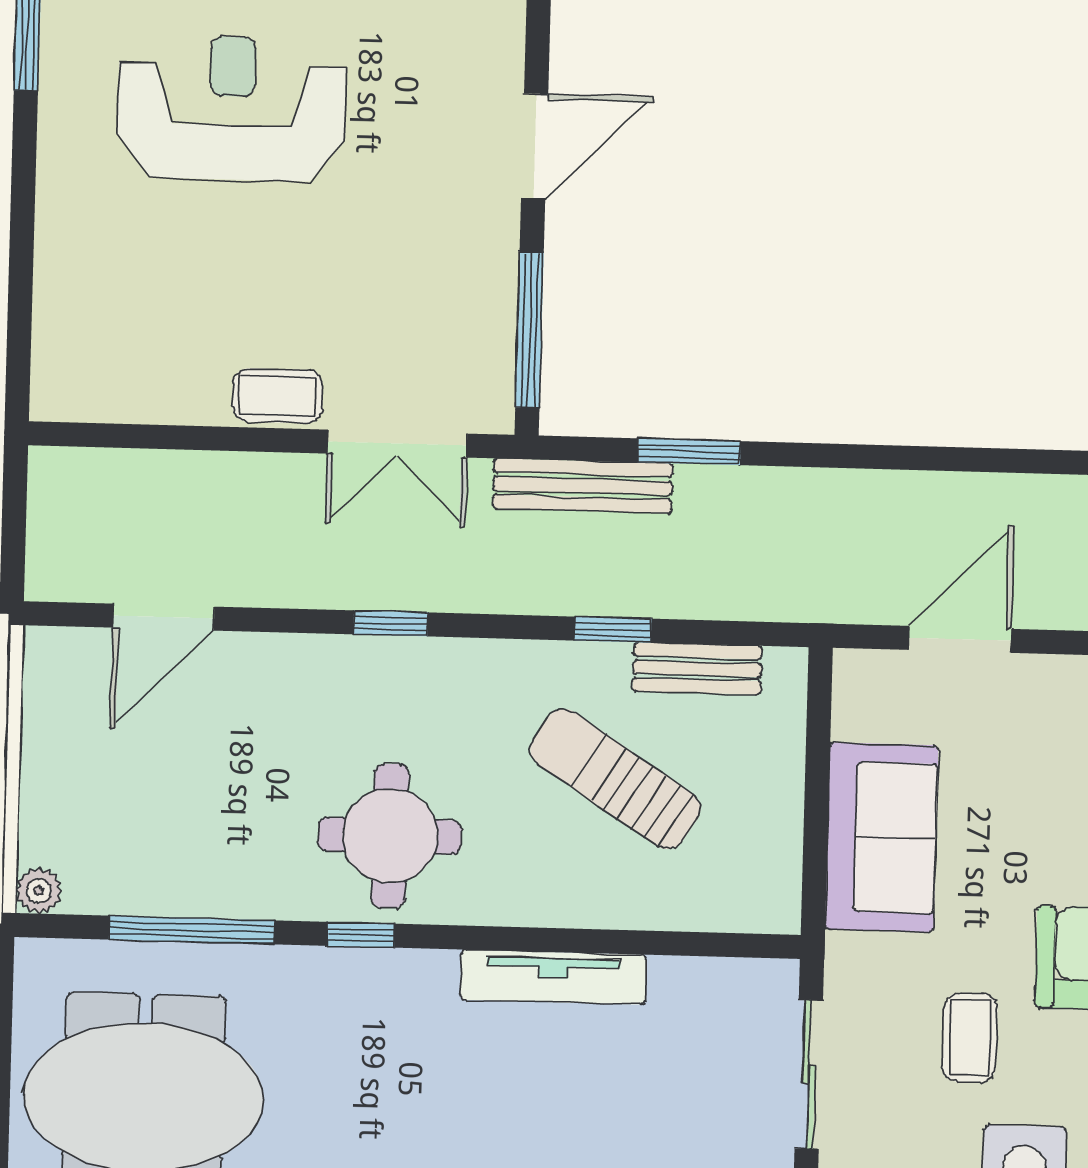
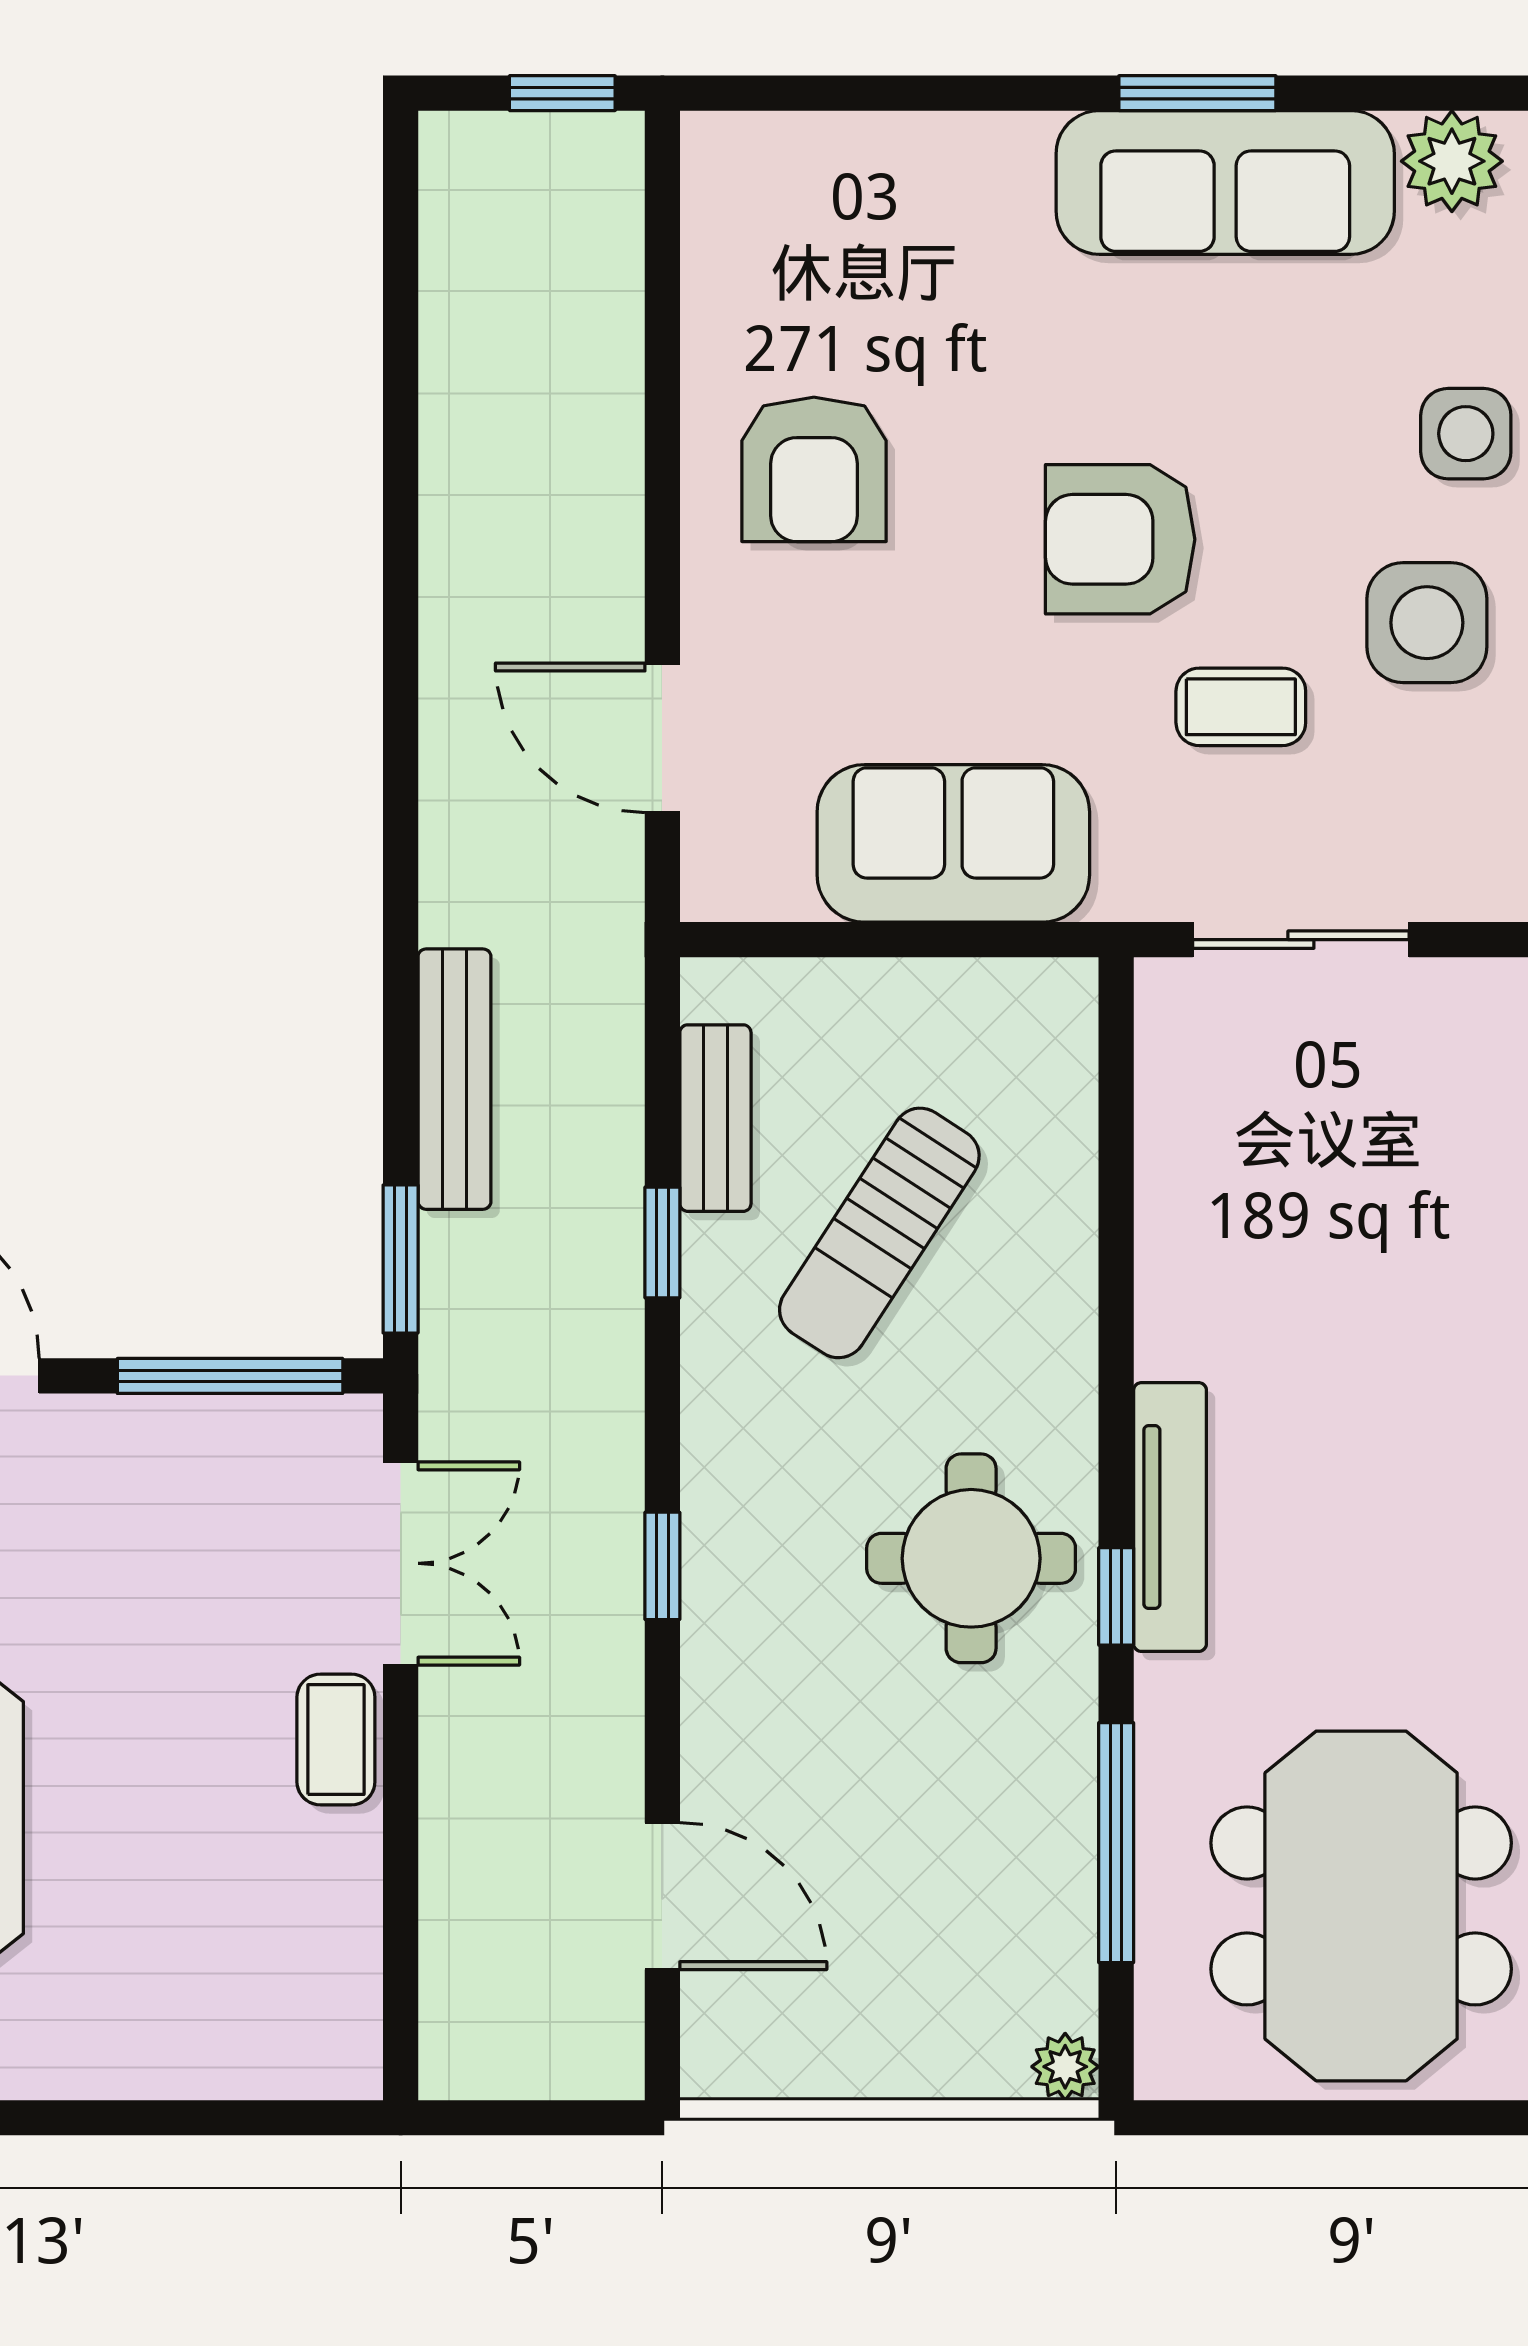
window: (689, 452) -> (401, 1259), moved
bench: (583, 486) -> (454, 1079), moved
tv unit: (553, 977) -> (1170, 1517), moved

